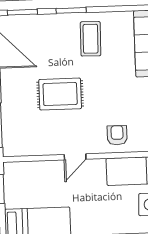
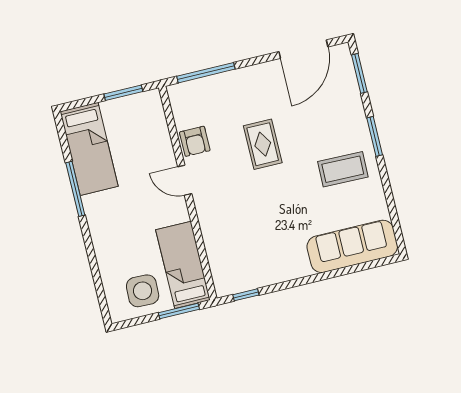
rug: (60, 94) -> (263, 144), width x0.73, depth x0.70
armchair: (117, 135) -> (195, 141), moved, turned 90

